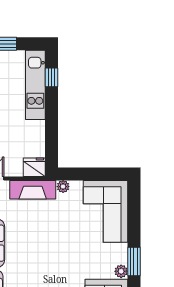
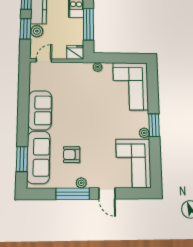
window: (51, 128) -> (88, 24), added
fireplace: (33, 190) -> (74, 69), removed

